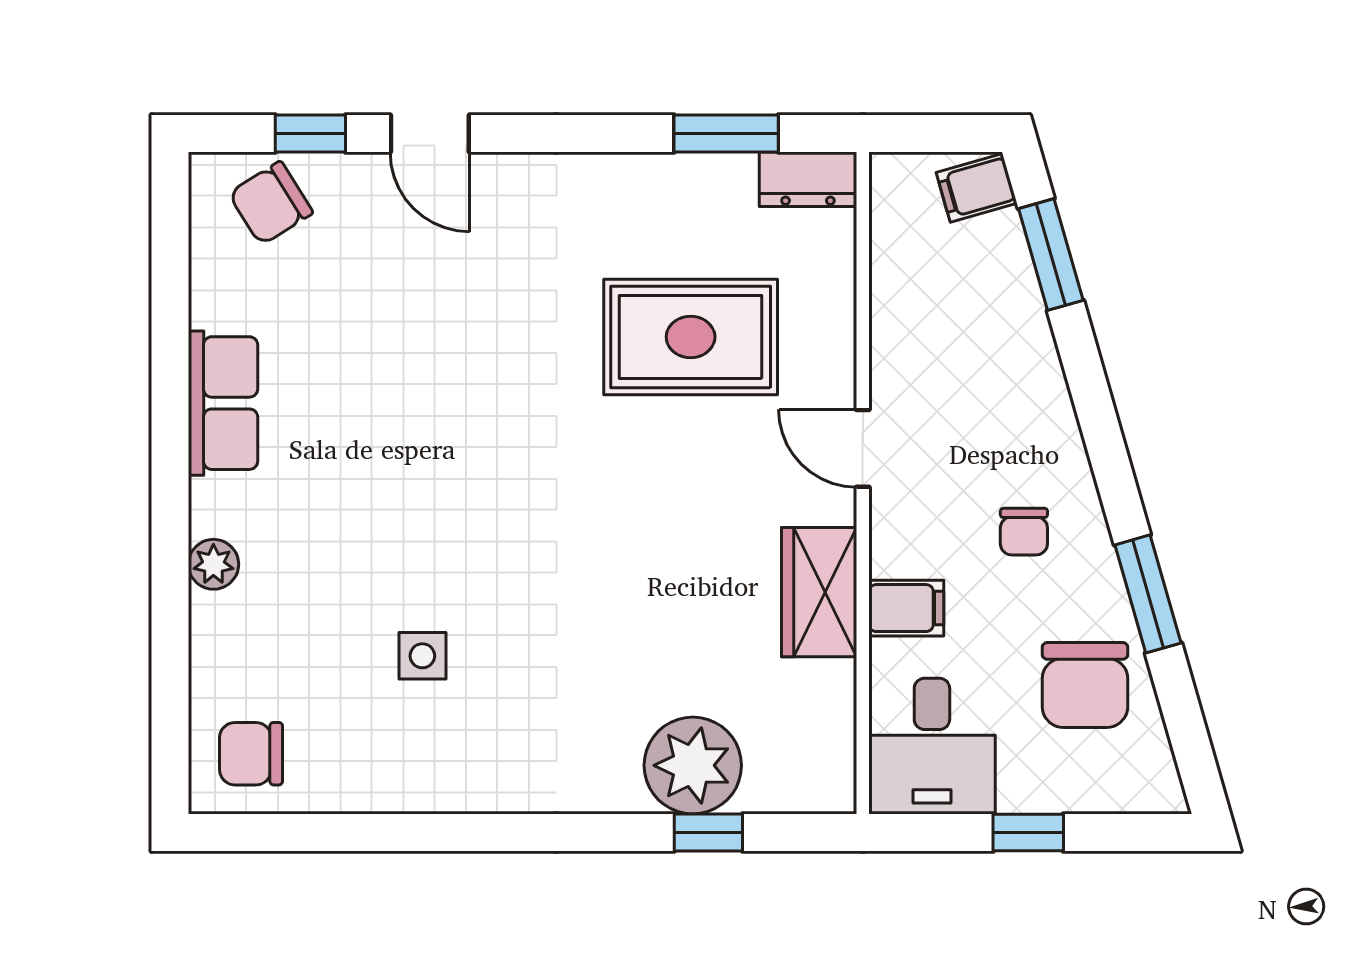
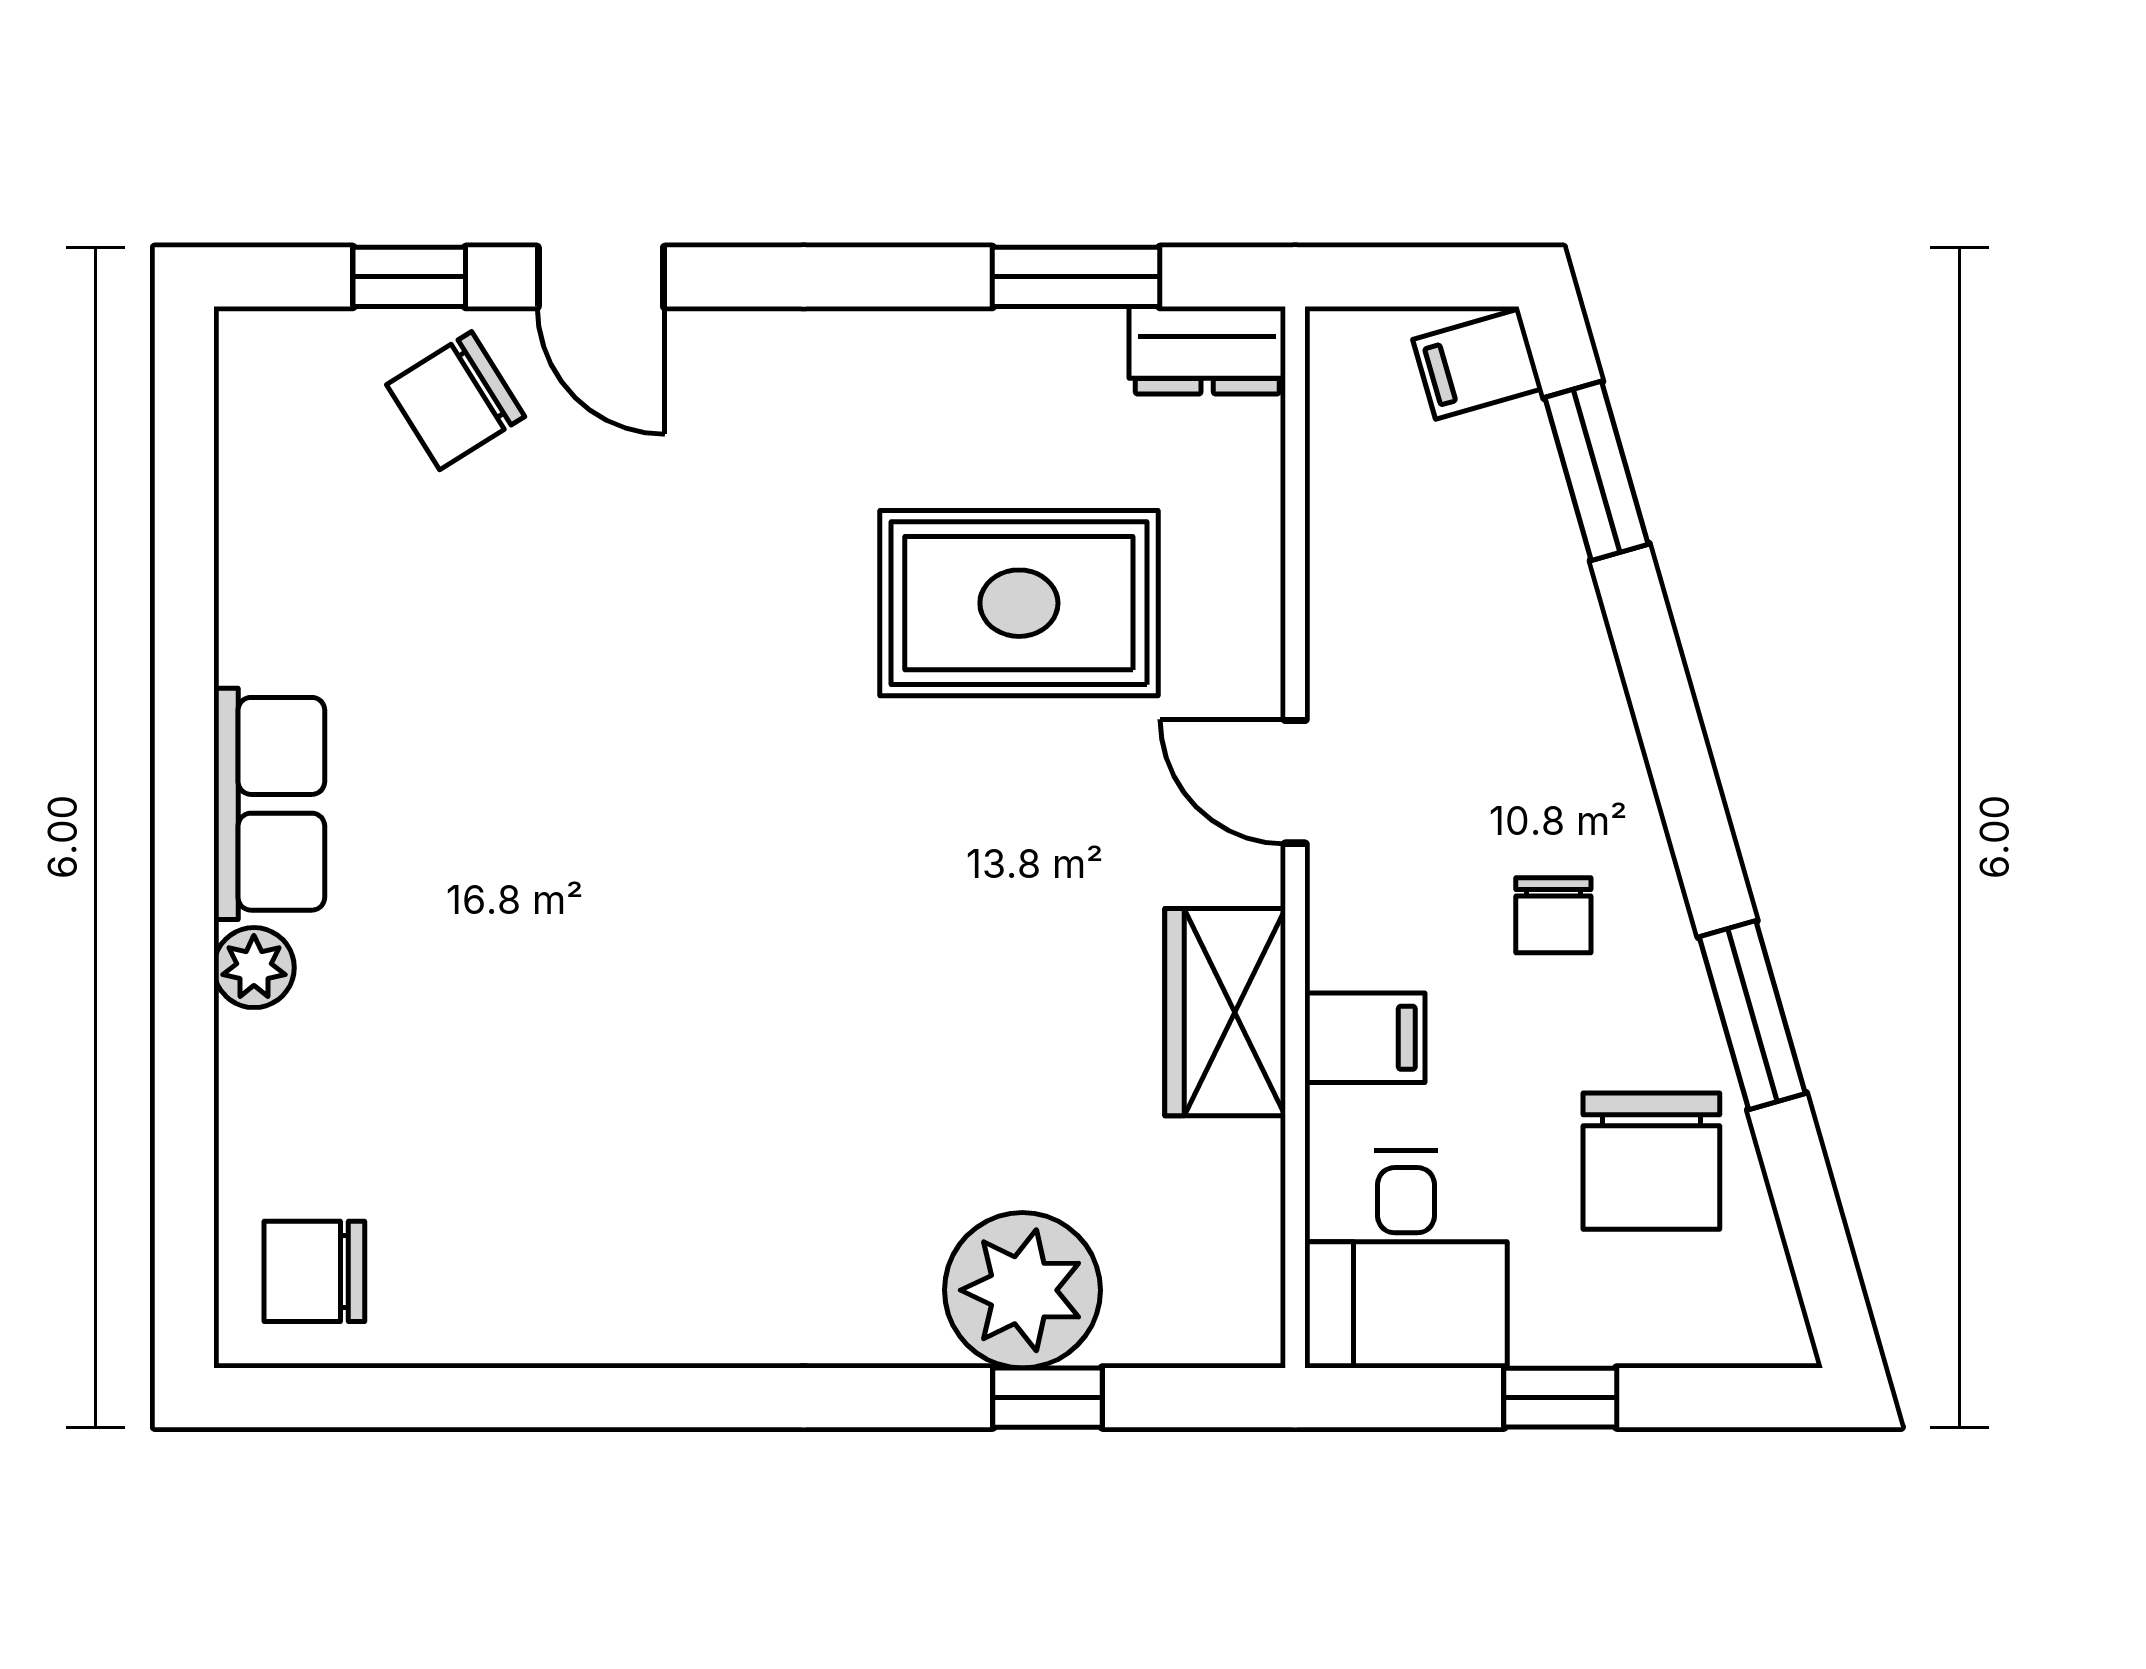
chair: (271, 203) -> (456, 401), moved
row of seats: (223, 403) -> (269, 804), moved
side table: (422, 656) -> (589, 1114), removed

